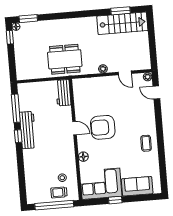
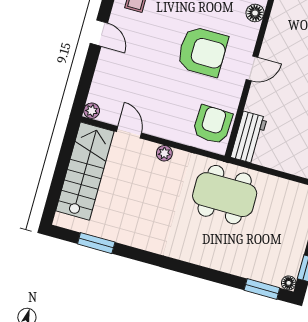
stairs: (122, 23) -> (85, 171), moved, turned 90
armchair: (84, 92) -> (213, 125), added
door: (156, 92) -> (99, 33), moved
door: (75, 128) -> (252, 68), swing flipped

